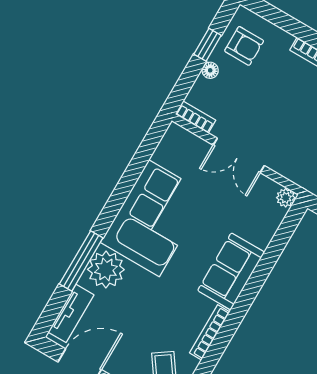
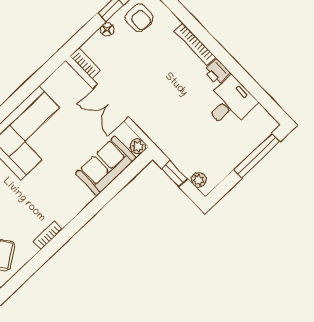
sofa: (231, 271) -> (106, 166), moved
bookcase: (210, 332) -> (48, 235), width x0.64

